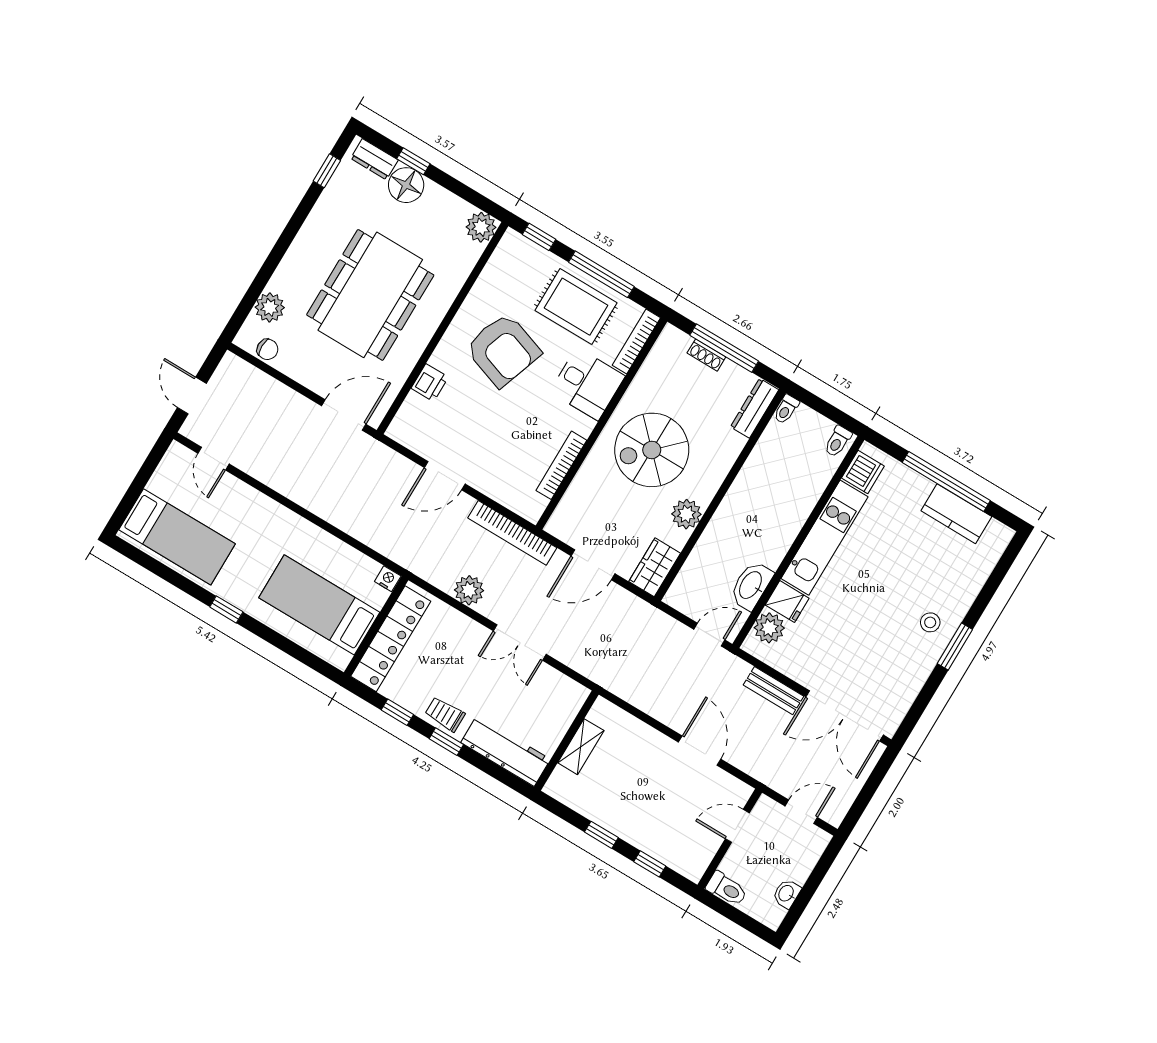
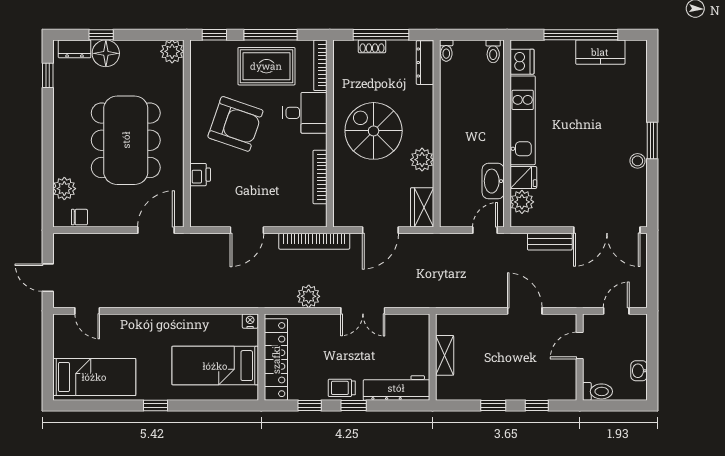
spiral stairs: (652, 450) -> (374, 131), turned 90
stool: (930, 622) -> (637, 161), moved

